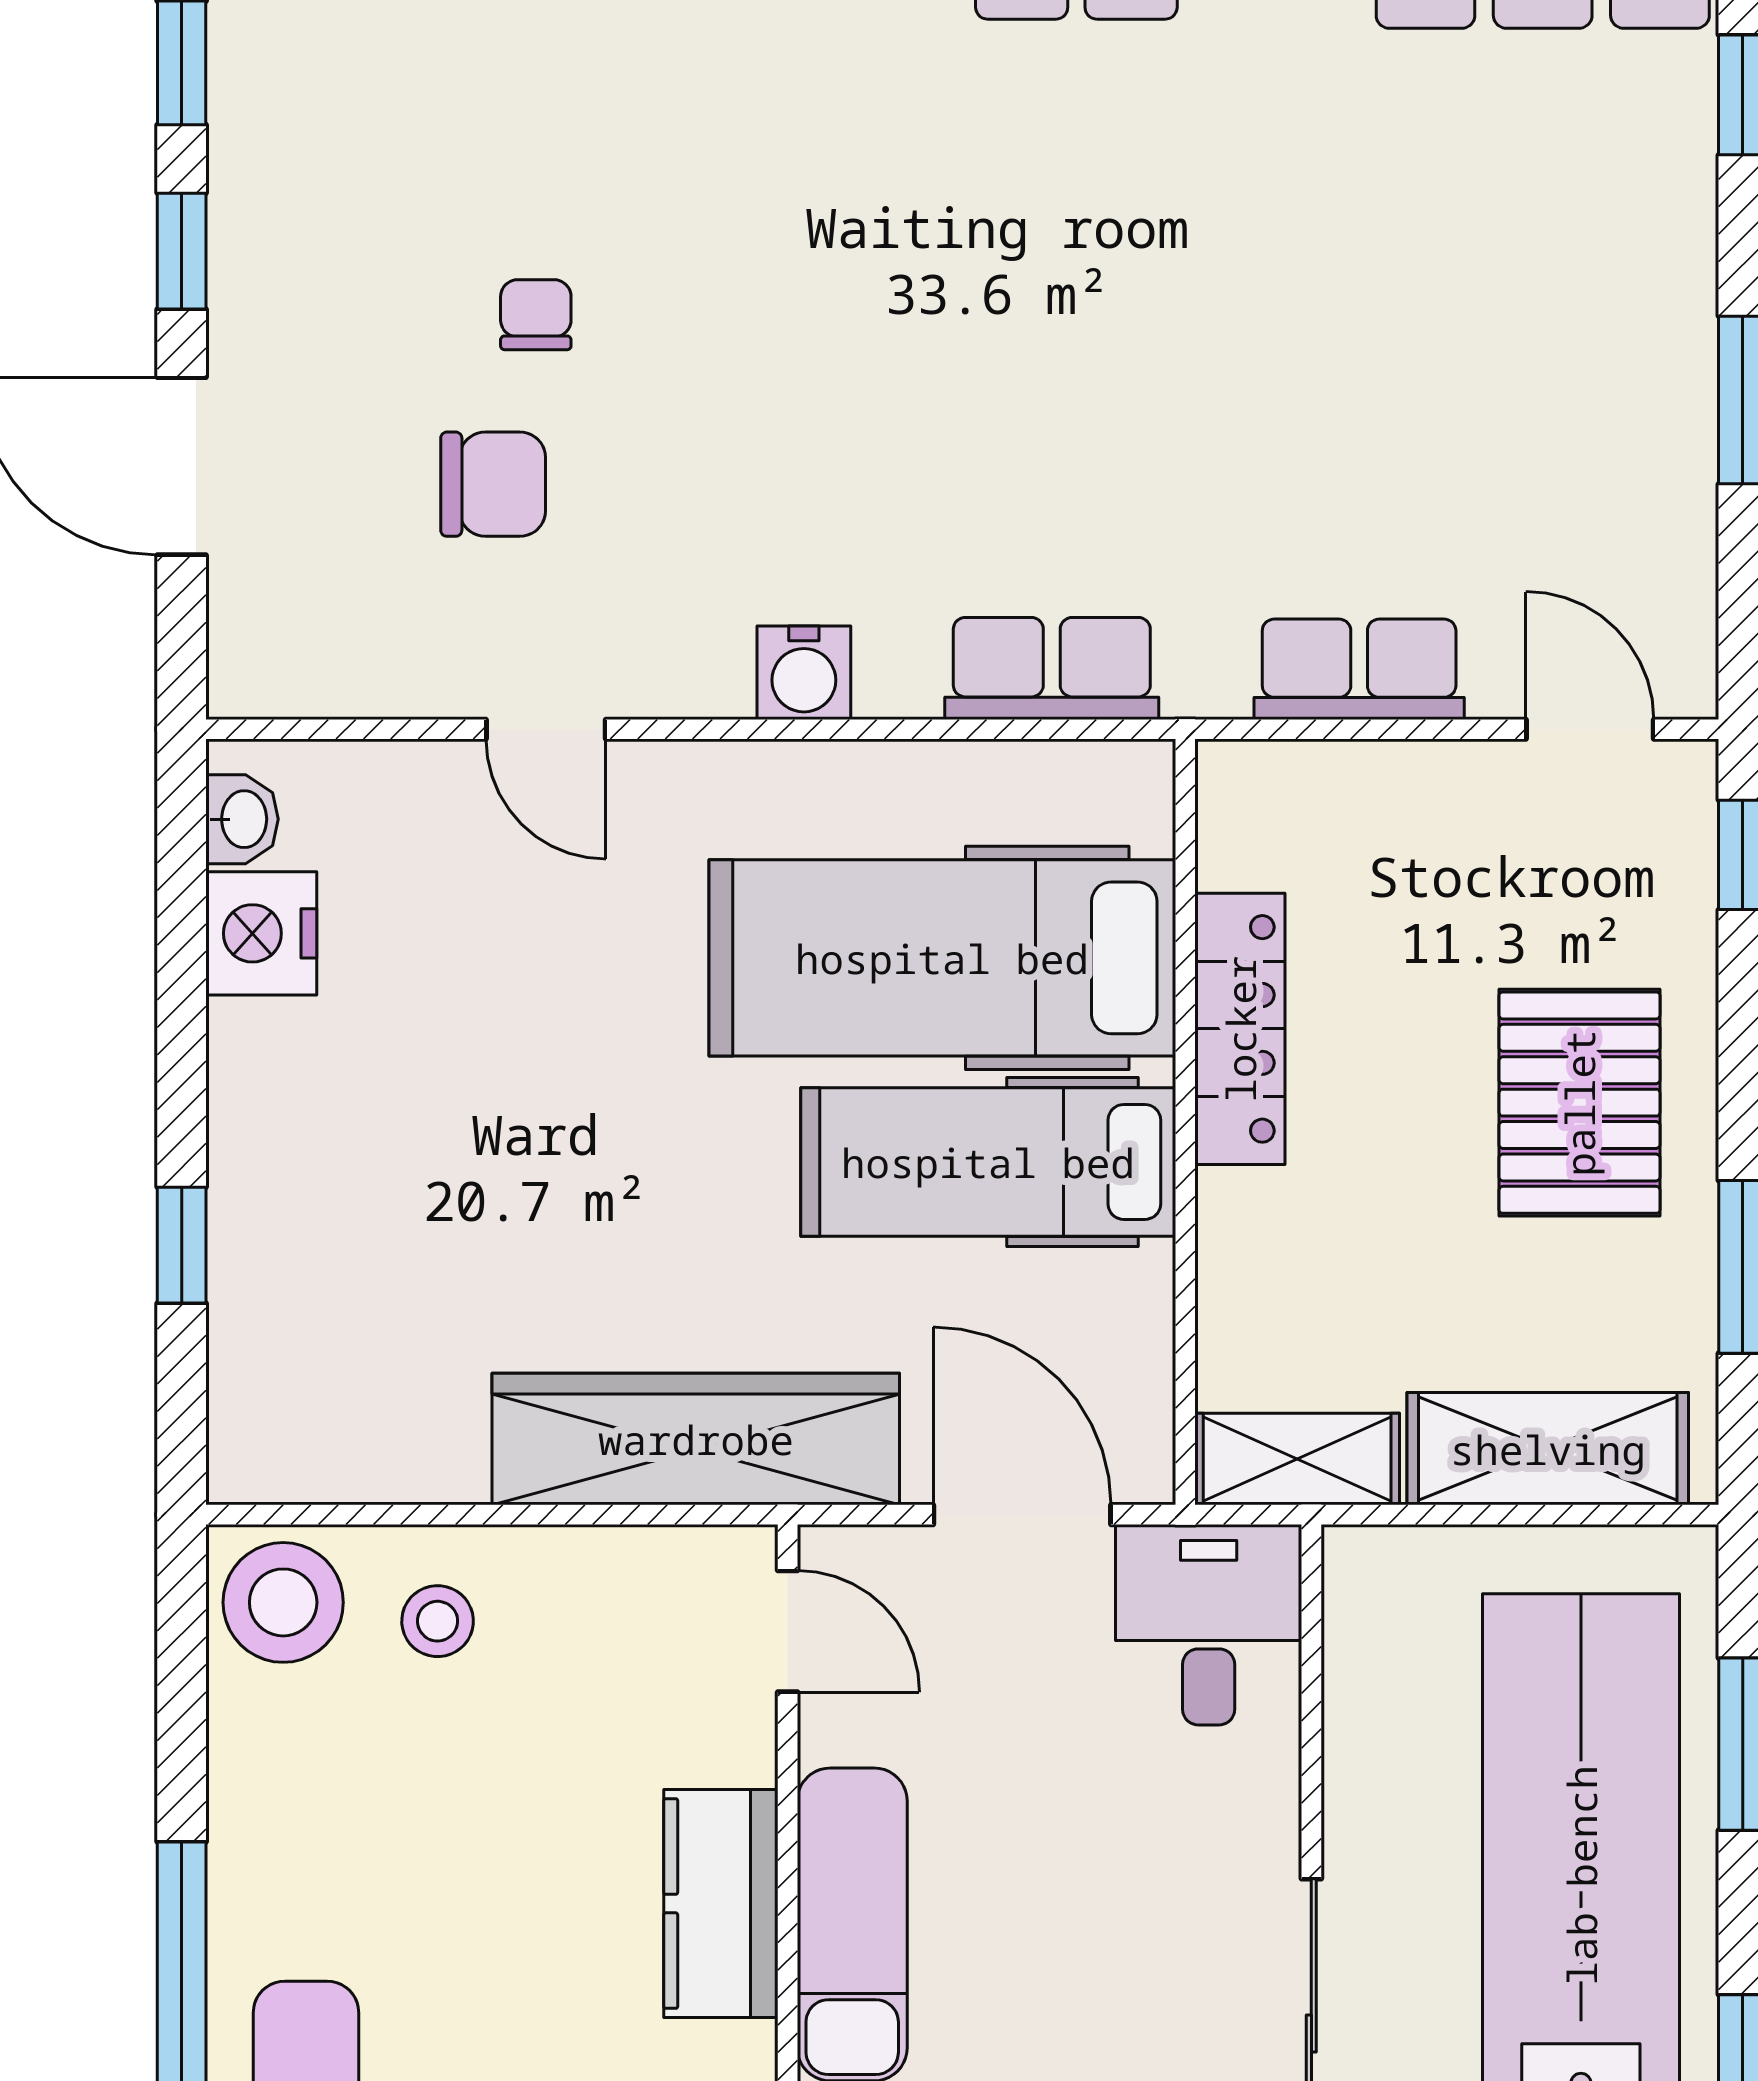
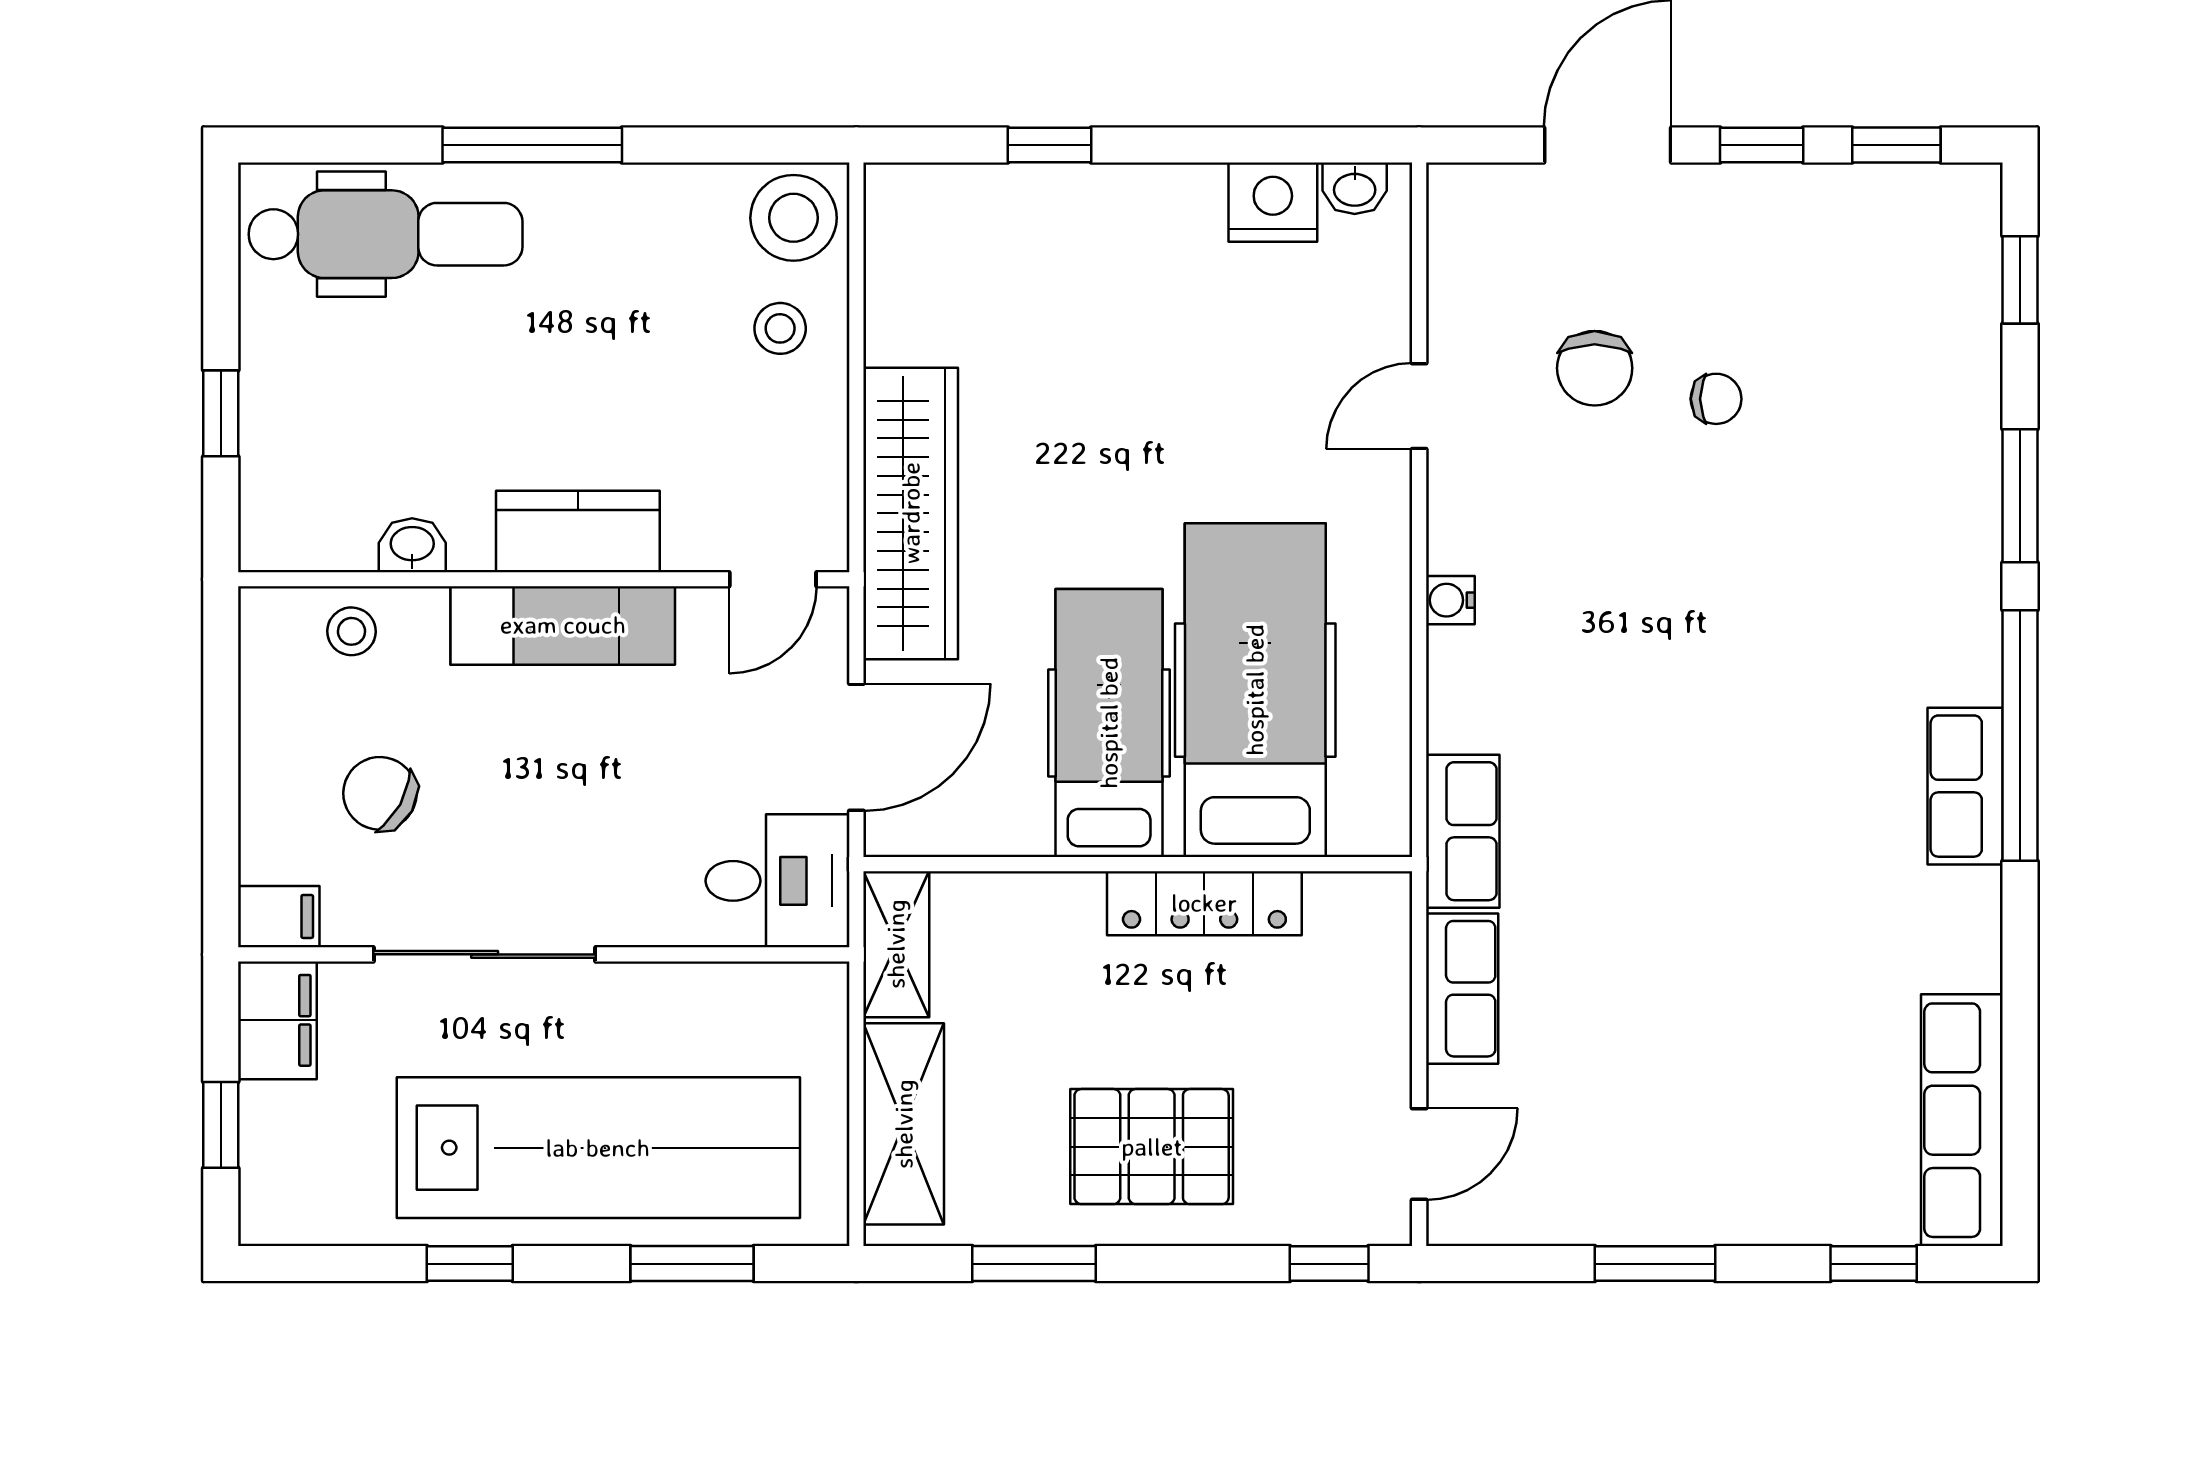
row of seats: (1052, 668) -> (1463, 831), moved
water cooler: (804, 673) -> (1450, 600), width x0.72, depth x0.72

